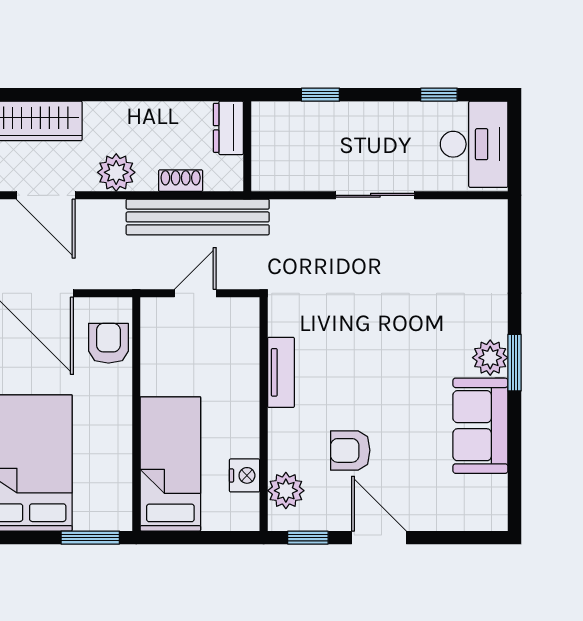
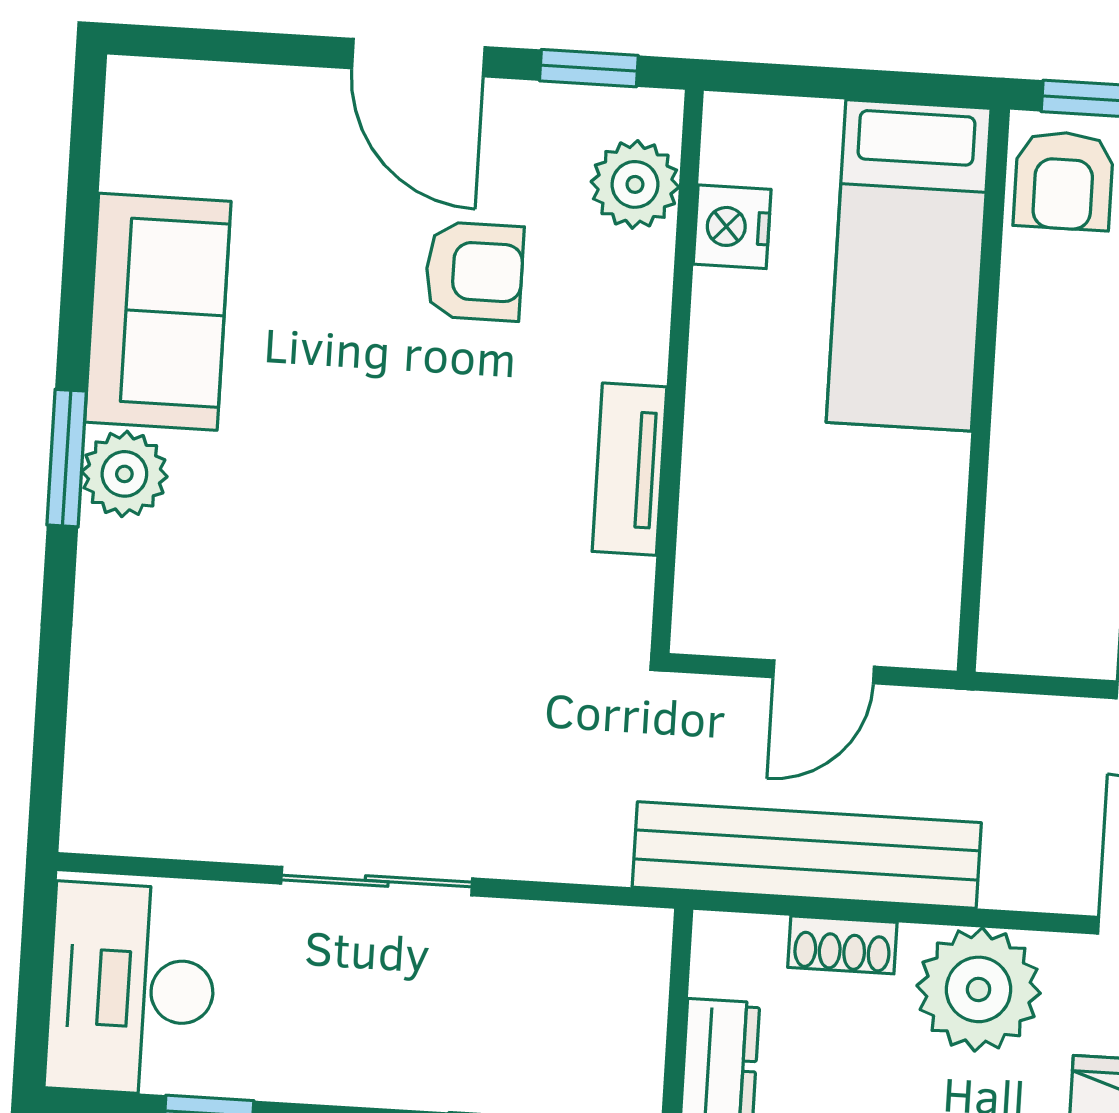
plant: (116, 172) -> (979, 989), width x1.36, depth x1.36
armchair: (108, 343) -> (1064, 181), moved

